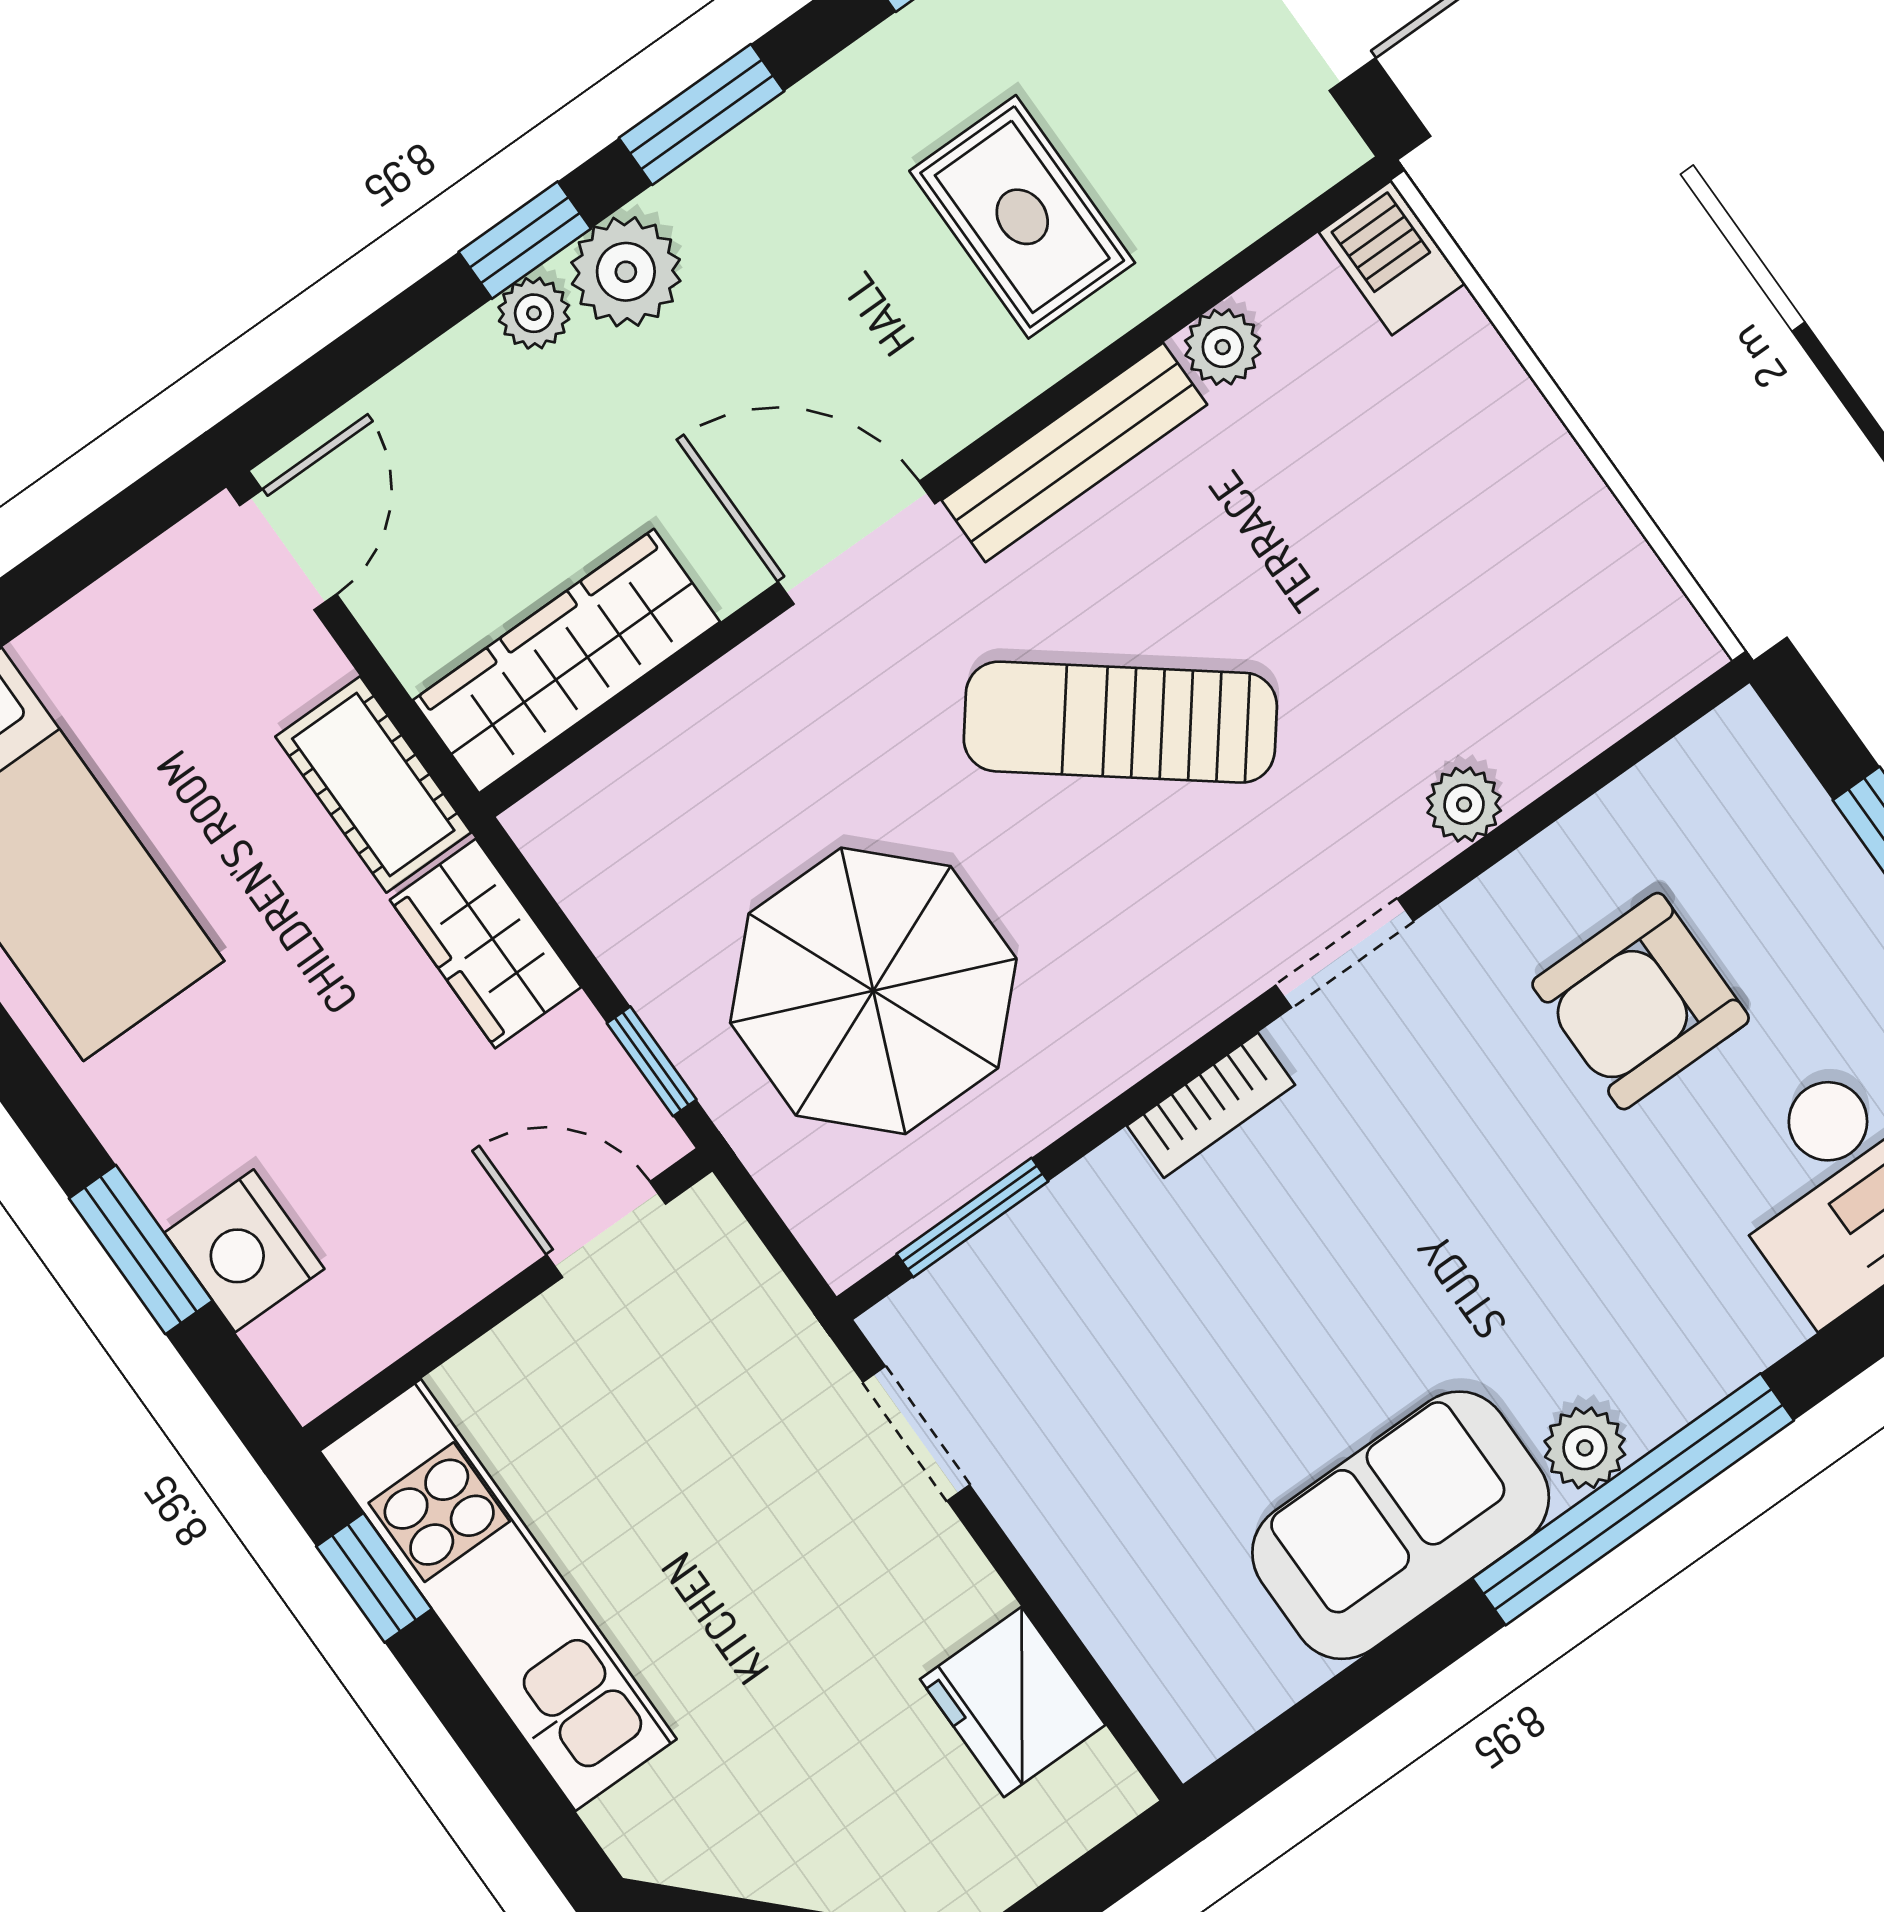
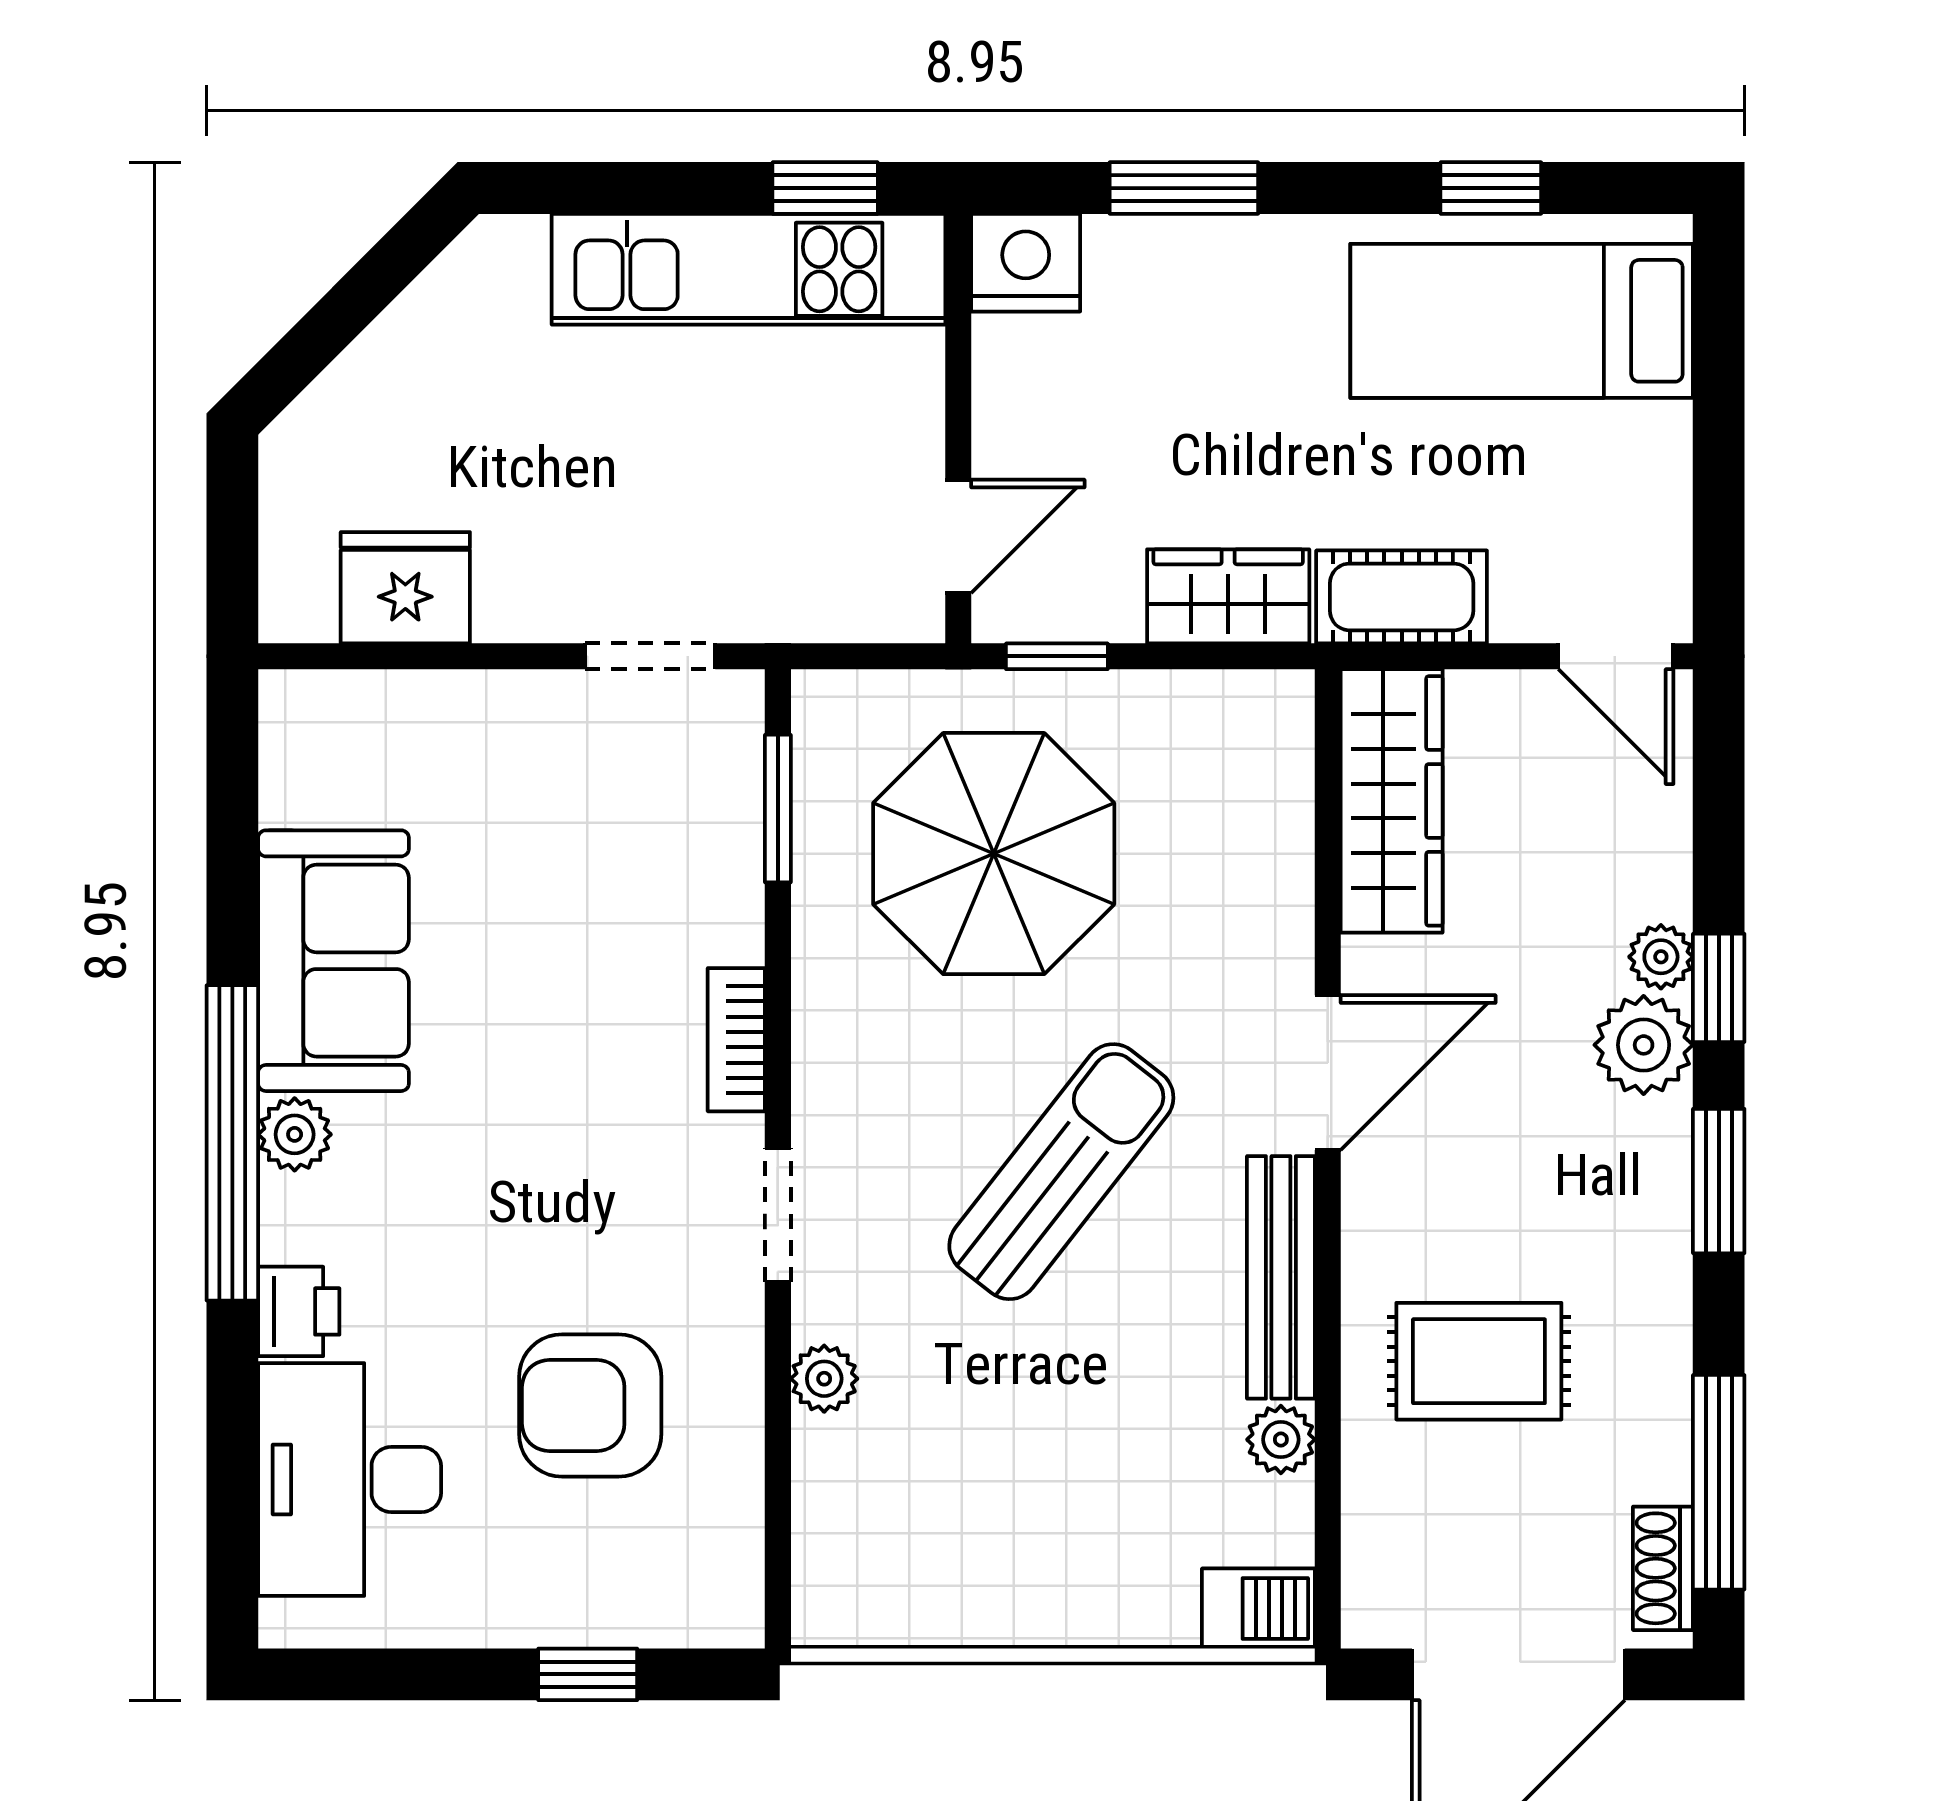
armchair: (1641, 1001) -> (590, 1405), turned -90
nightstand: (244, 1251) -> (1026, 263), moved
printer: (1744, 1329) -> (299, 1311), added

